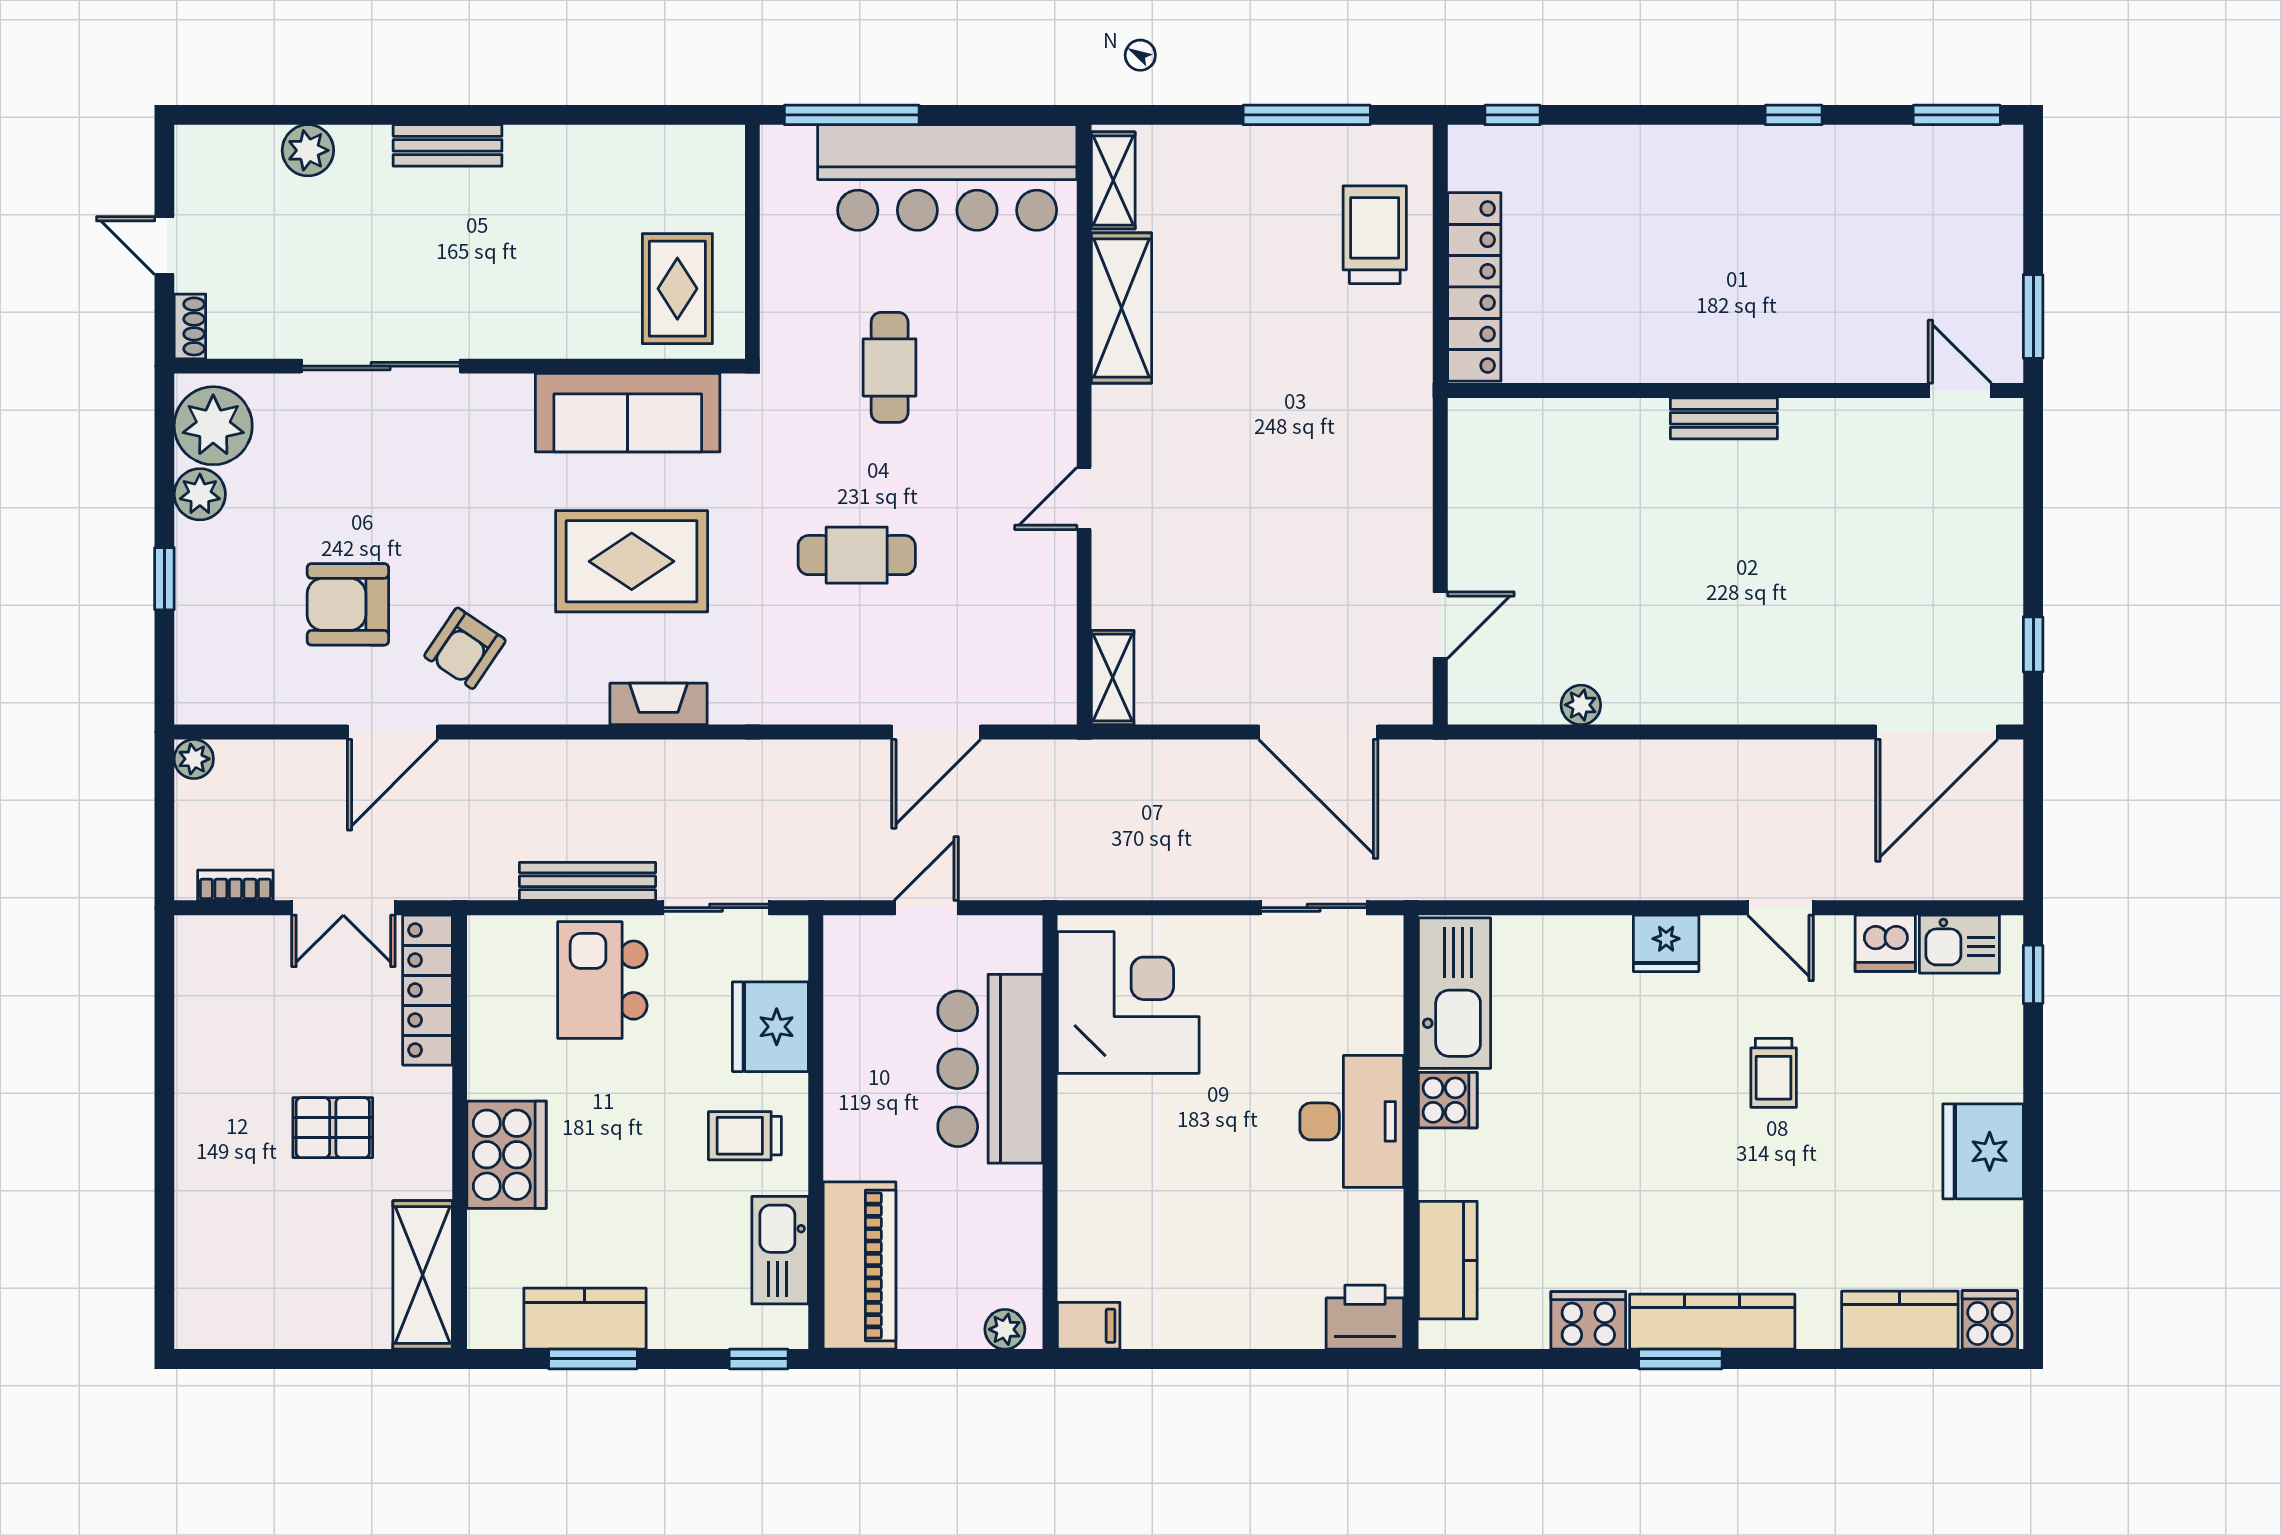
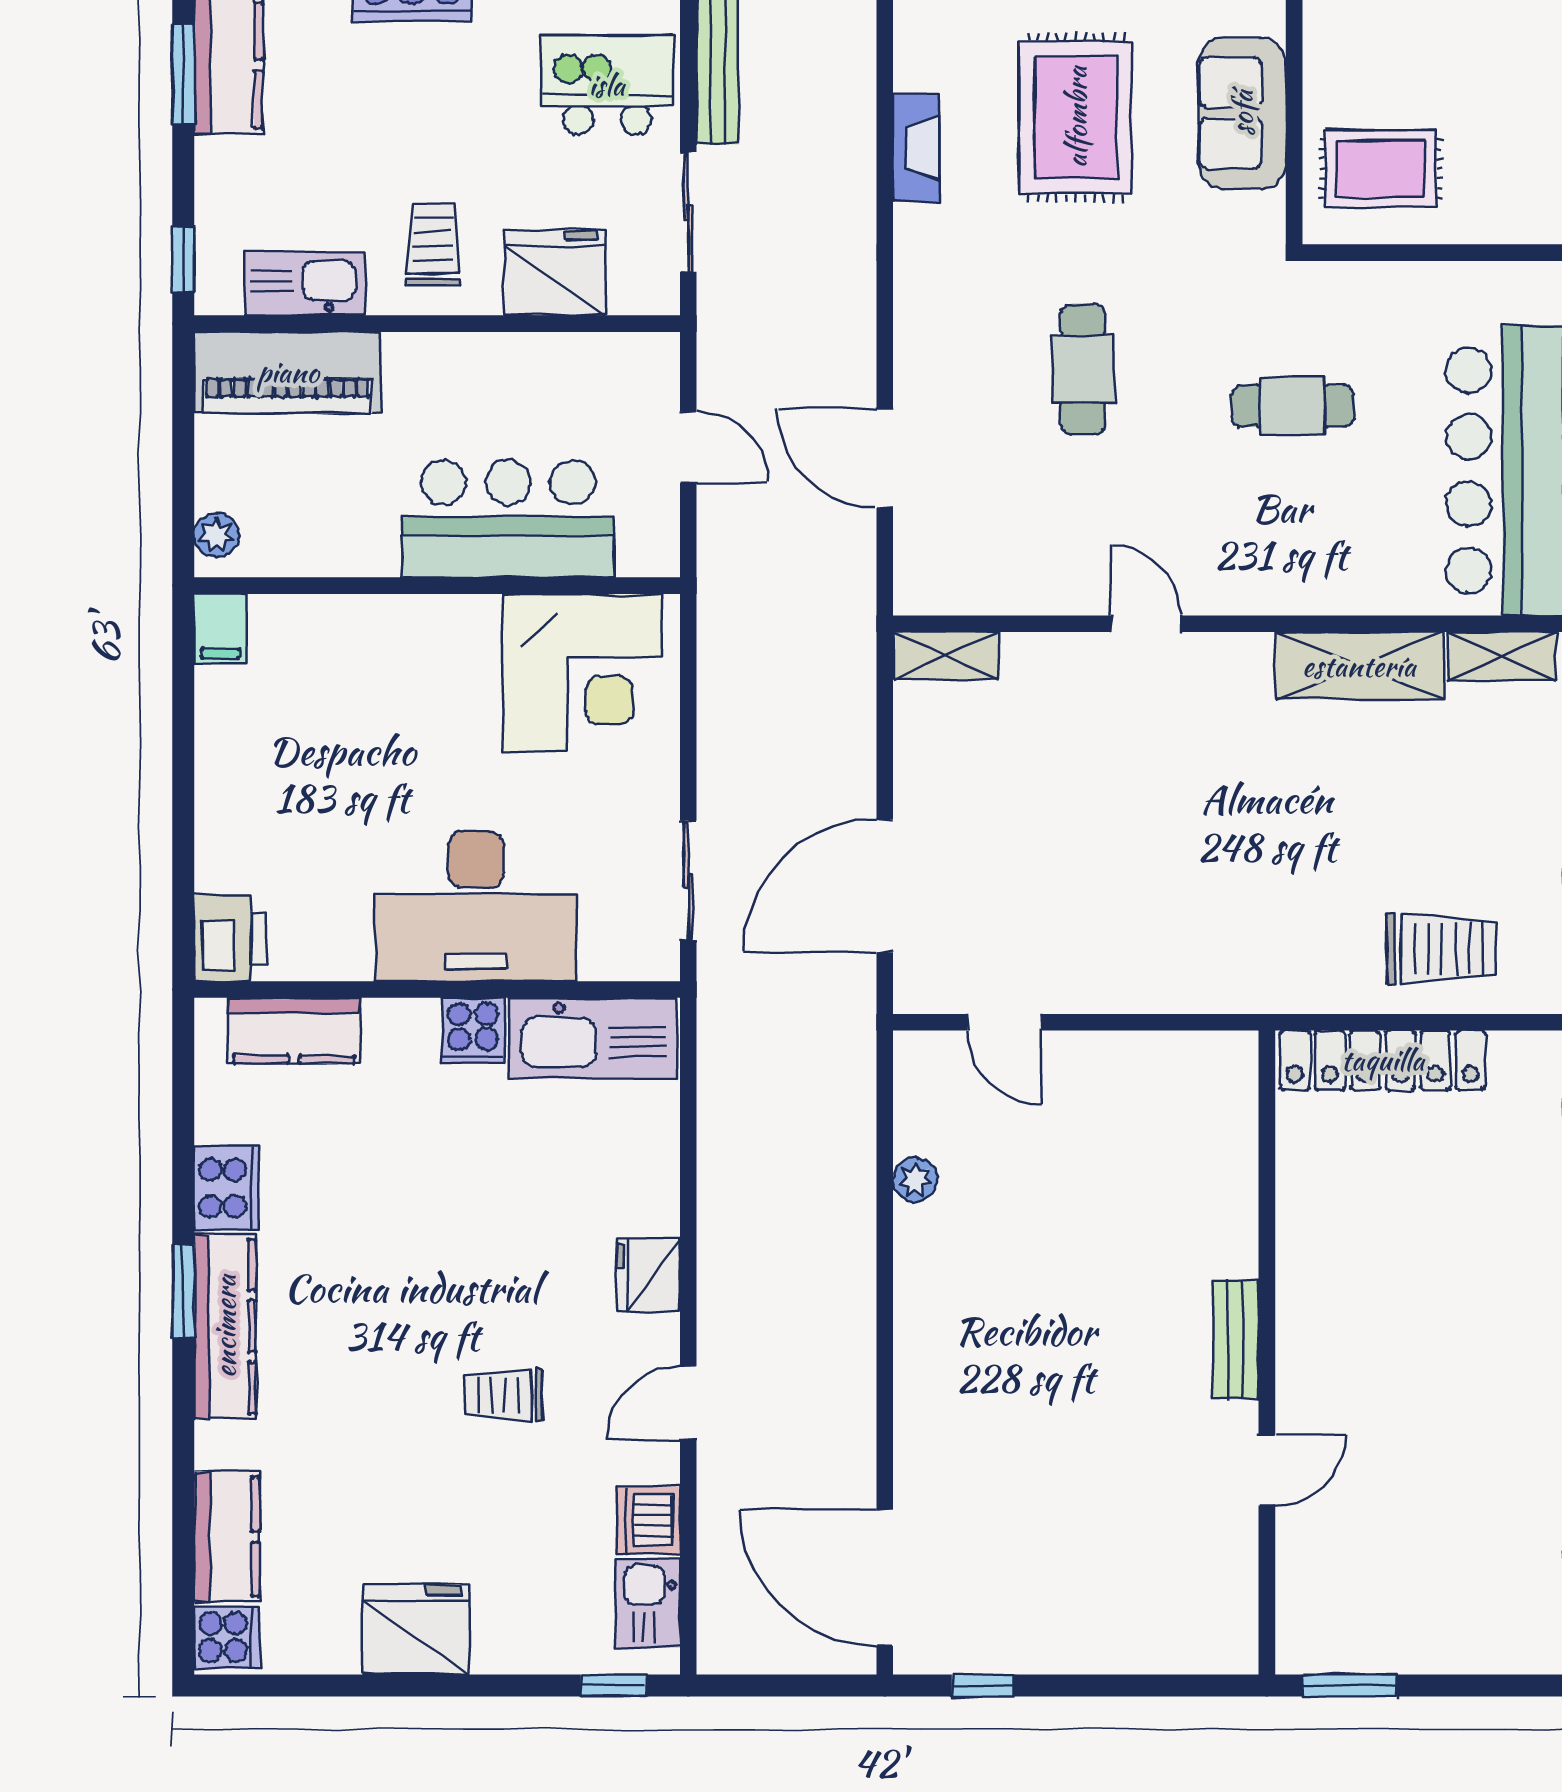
door: (1960, 391) -> (1267, 1470), moved
sofa: (628, 413) -> (1242, 113), width x0.73
desk: (1352, 1121) -> (476, 906), width x1.36, depth x1.30

